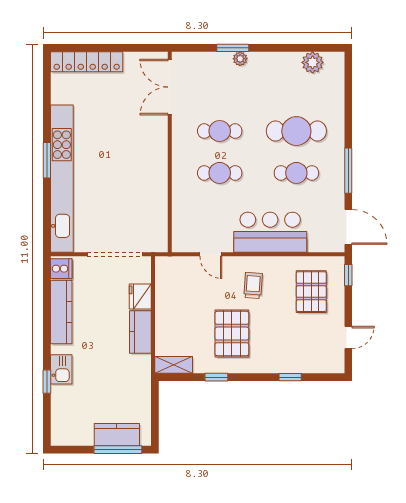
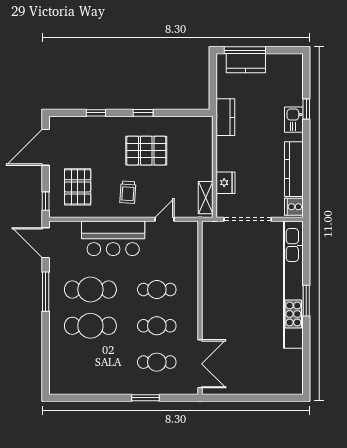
plant: (240, 59) -> (139, 388), removed
locker: (87, 62) -> (272, 386), removed
plant: (313, 62) -> (76, 385), removed
cafe table: (220, 89) -> (157, 362), added
cafe table: (296, 173) -> (90, 290), width x1.37, depth x1.35
door: (211, 254) -> (164, 219), hinge flipped
kitchen counter: (140, 332) -> (225, 117), moved
pallet: (232, 334) -> (146, 151), turned 90
door: (348, 337) -> (46, 147), width x1.87
shelving: (174, 365) -> (206, 198), moved, turned 90
window: (216, 377) -> (143, 113), moved

